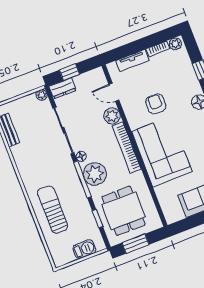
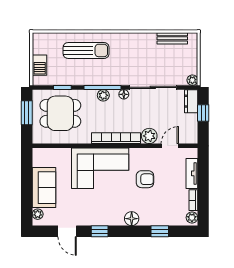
plant: (95, 174) -> (103, 95), width x0.53, depth x0.53

